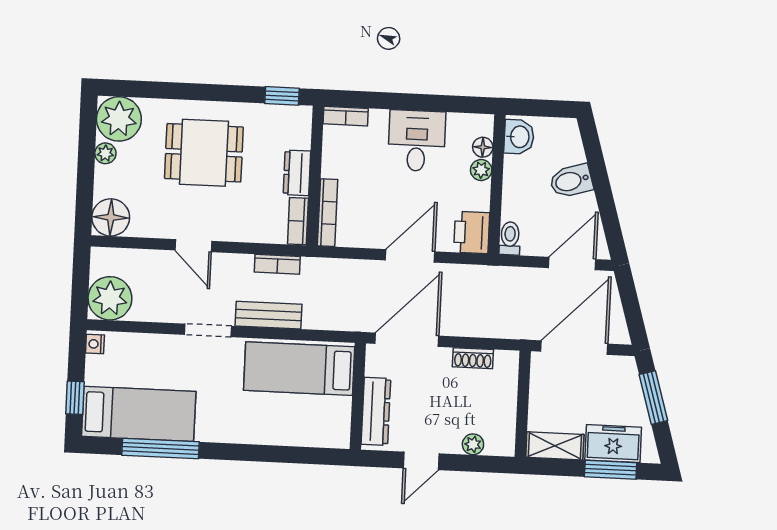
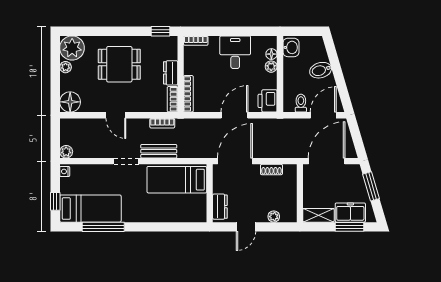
toilet: (510, 238) -> (301, 103), moved
plant: (110, 298) -> (66, 152), width x0.53, depth x0.53
dresser: (376, 411) -> (220, 207), width x0.70

